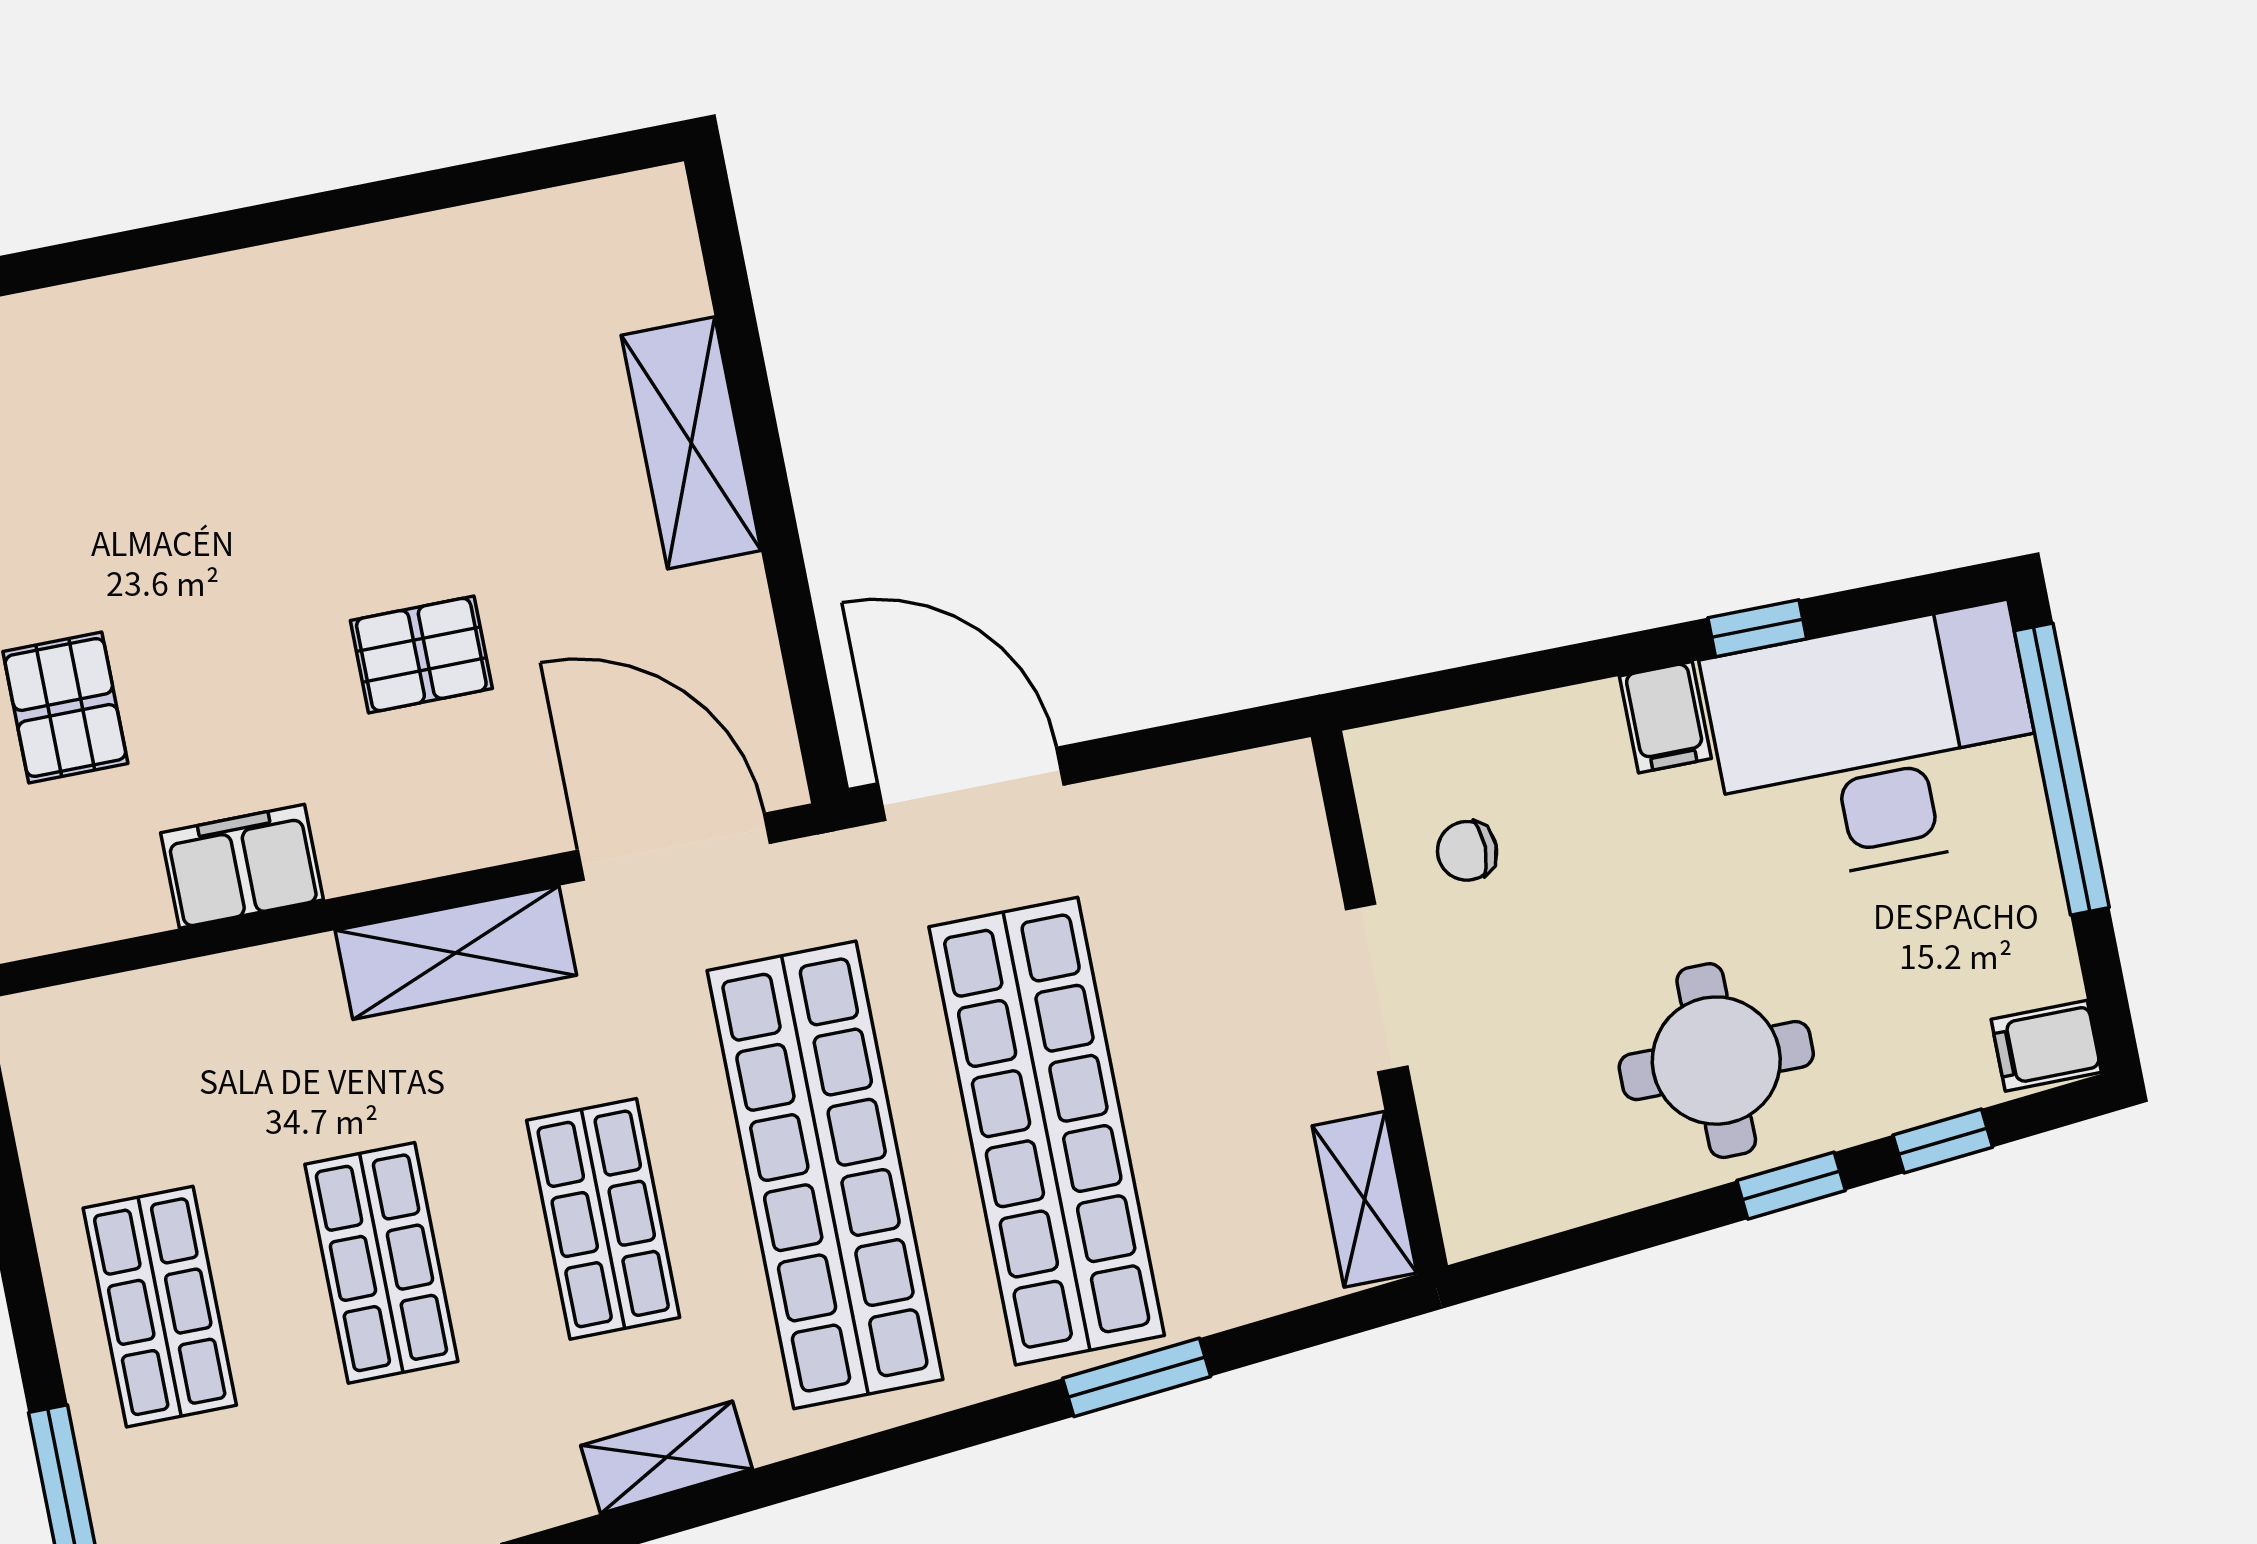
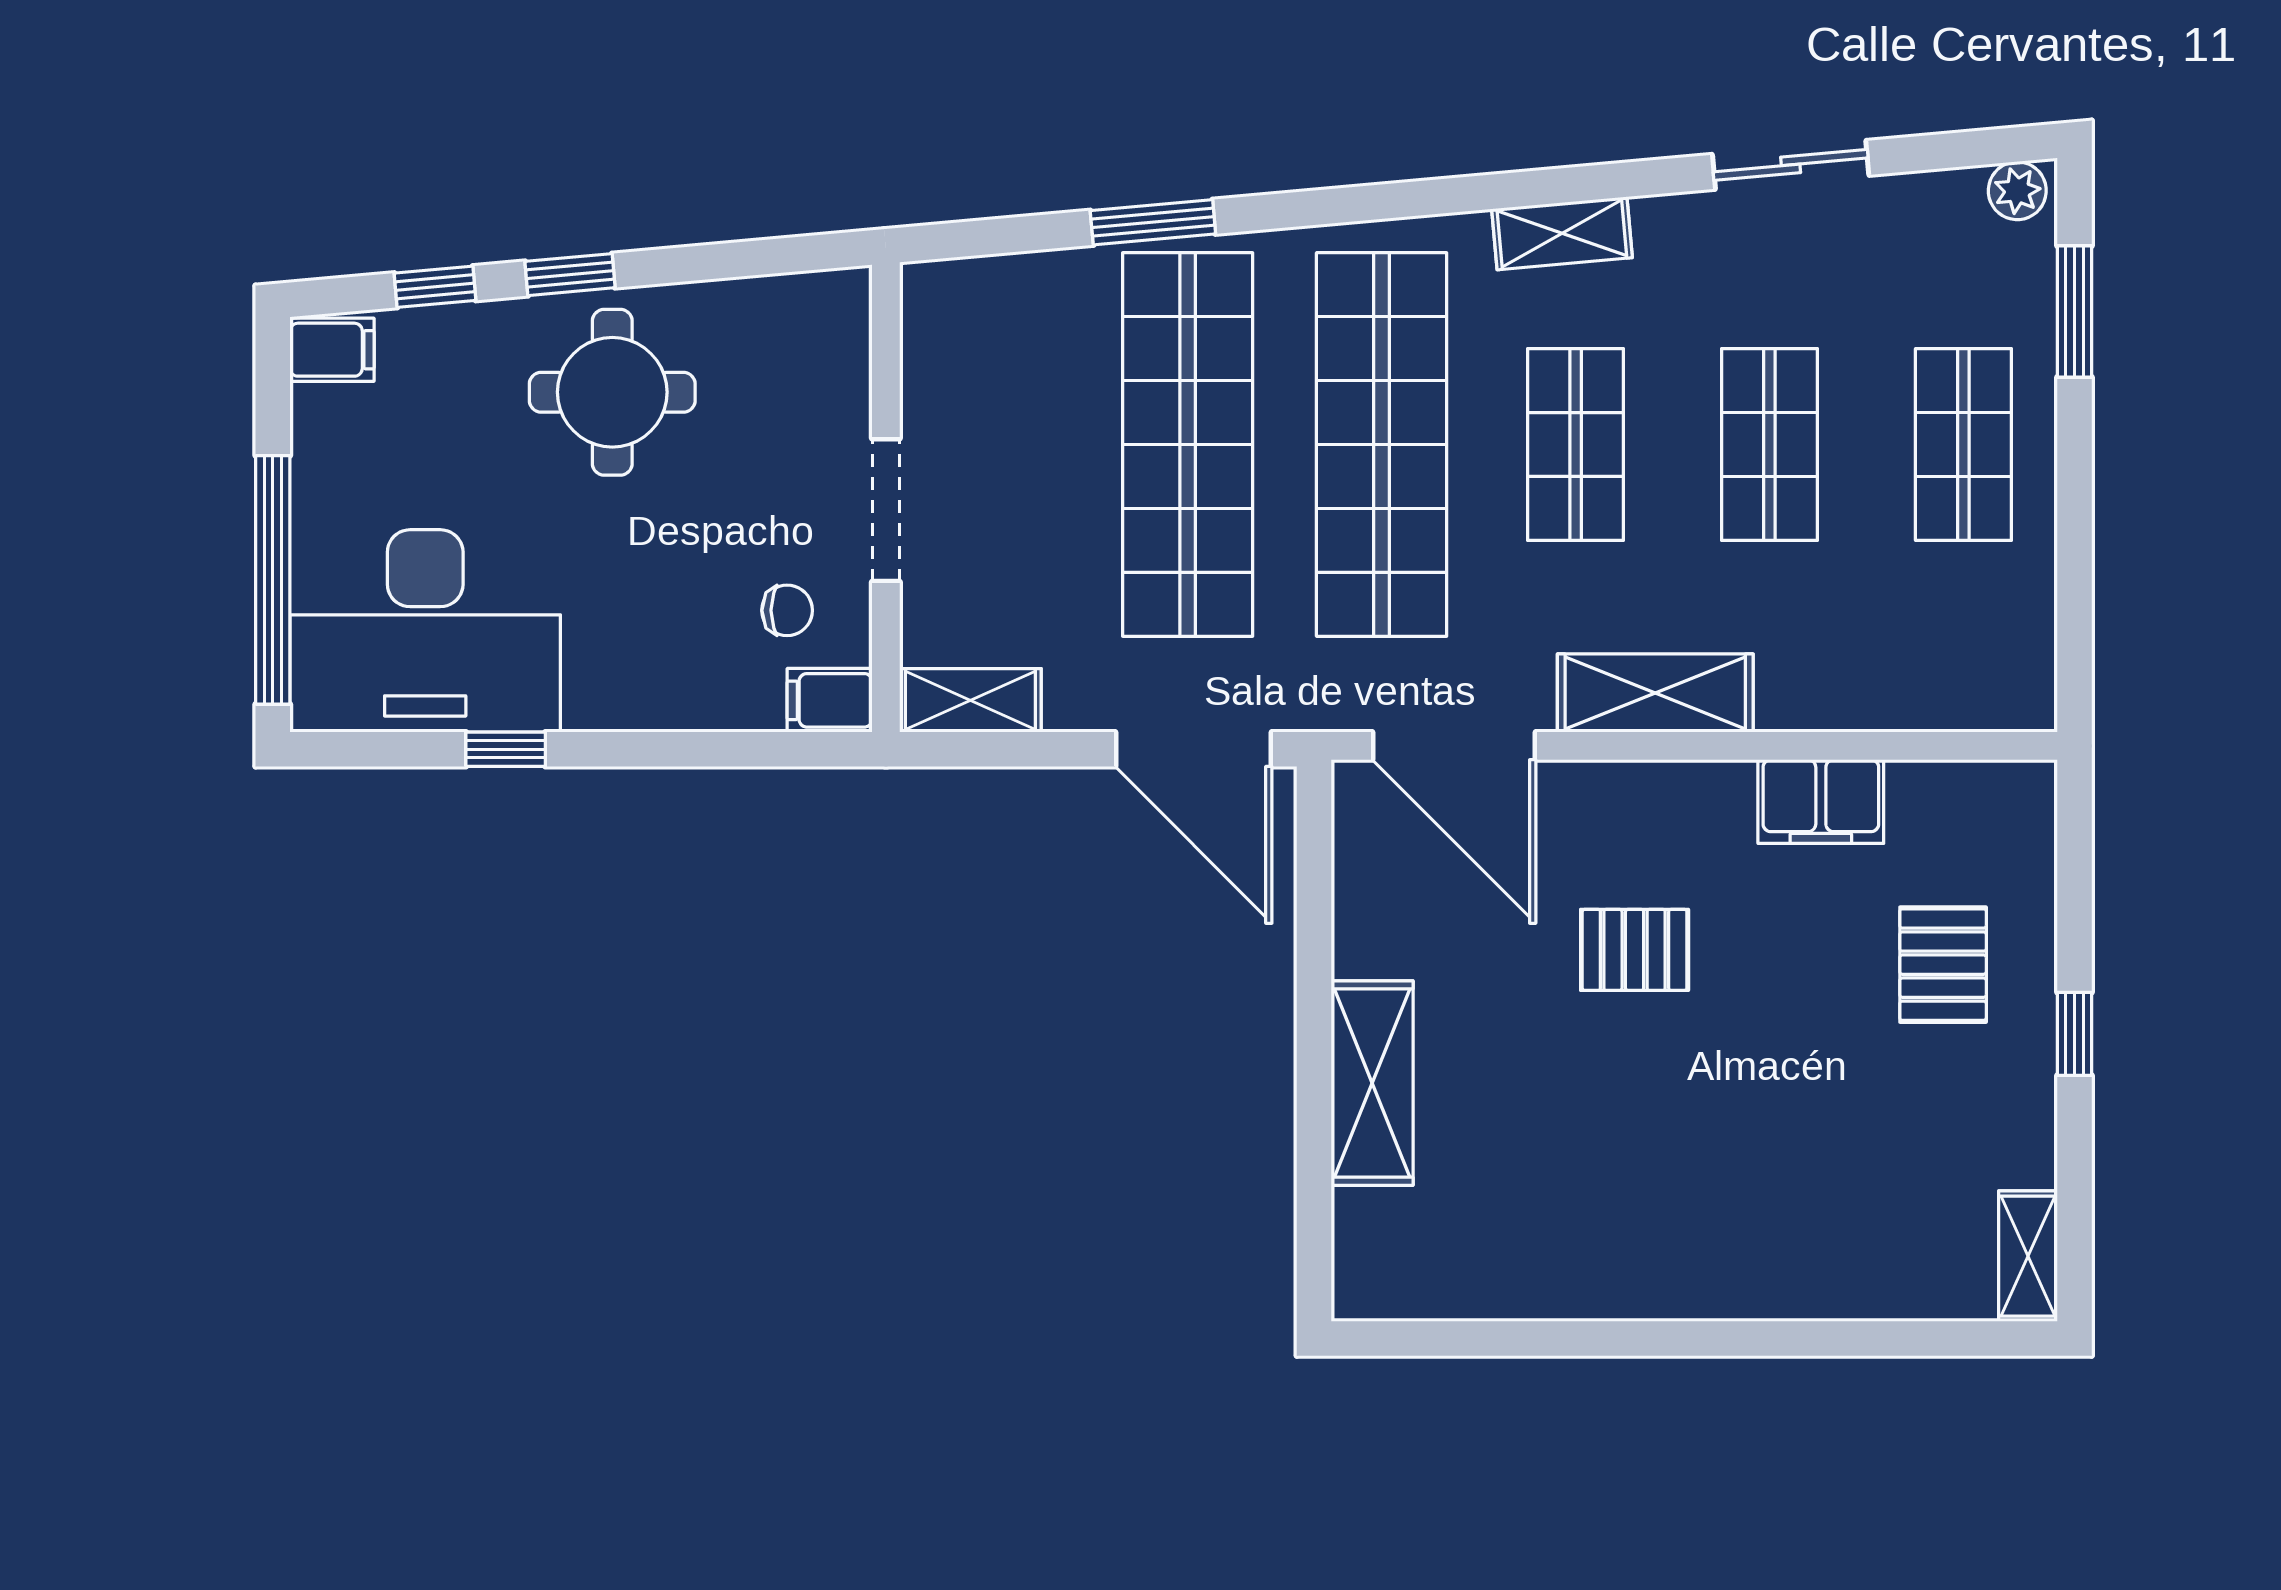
filing cabinet: (1665, 717) -> (830, 700), moved, turned -90
shelving: (1364, 1199) -> (970, 700), moved, turned 90

